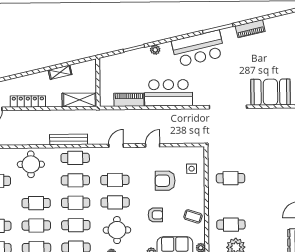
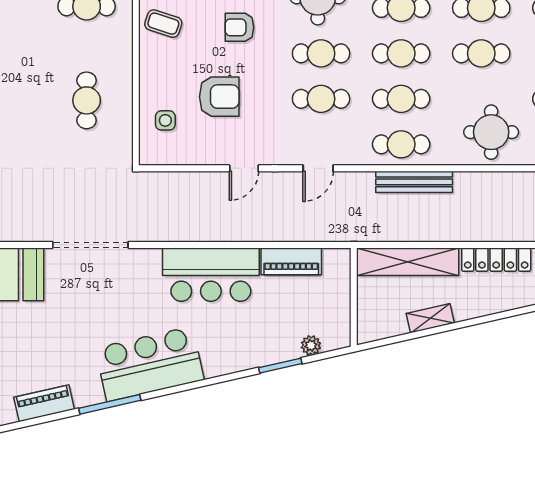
plant: (155, 50) -> (311, 345), moved
shelving: (79, 100) -> (408, 262), width x1.47
cafe table: (231, 178) -> (87, 100), turned 90

